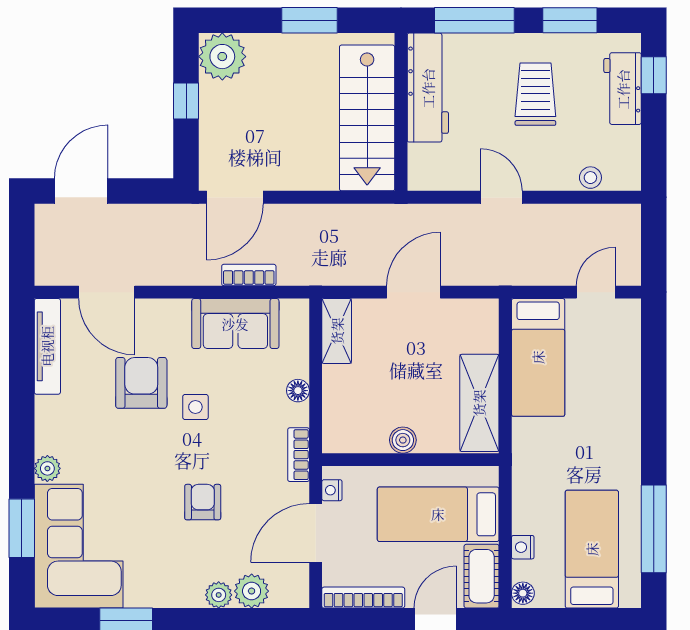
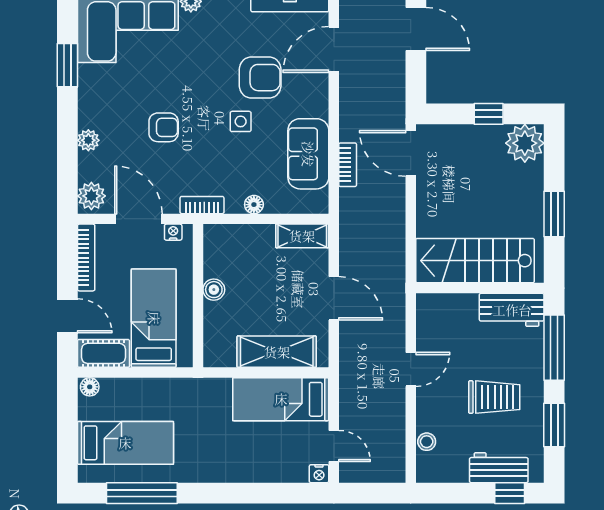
workbench: (428, 88) -> (512, 310), width x0.73
shelving: (479, 403) -> (277, 352), moved
nightstand: (523, 547) -> (319, 474), moved, turned 180
plant: (252, 591) -> (91, 196), moved

